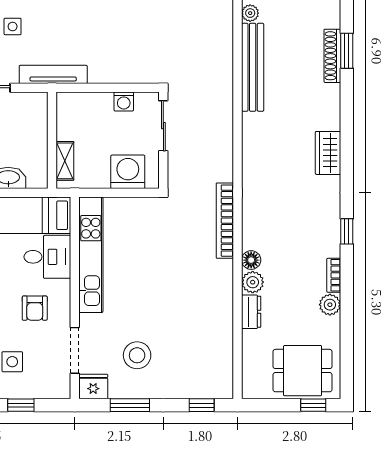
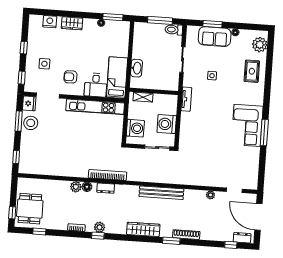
window: (347, 51) -> (171, 241), moved
bench: (253, 67) -> (161, 193), moved
tv unit: (53, 74) -> (186, 99), width x0.71
washing machine: (124, 101) -> (167, 124), width x1.89, depth x1.89
wardrobe: (328, 153) -> (143, 229), width x1.50
plant: (330, 305) -> (100, 227), moved
dresser: (251, 312) -> (106, 188), moved
window: (347, 349) -> (39, 232), added
stool: (137, 355) -> (31, 123), moved
window: (21, 405) -> (22, 78), moved

